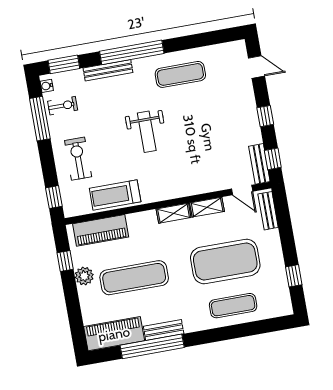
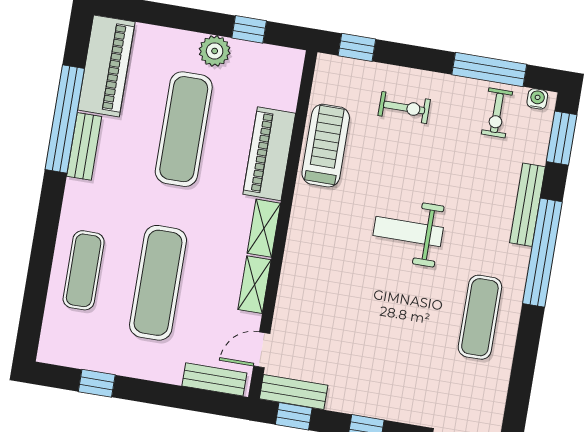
exercise bike: (78, 159) -> (404, 108), width x0.73, depth x0.72
piano: (101, 230) -> (269, 154), moved
exercise mat: (225, 261) -> (158, 283), width x0.68

